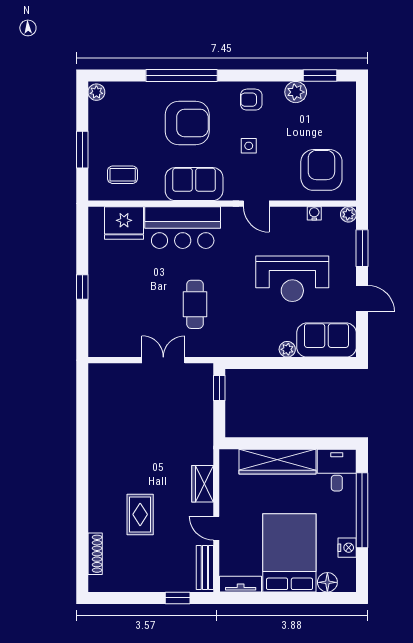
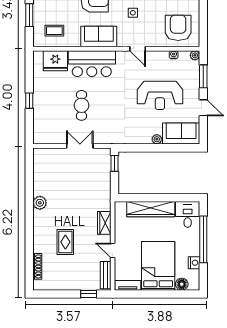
cafe table: (195, 304) -> (81, 105), moved
plant: (99, 451) -> (40, 203), added

